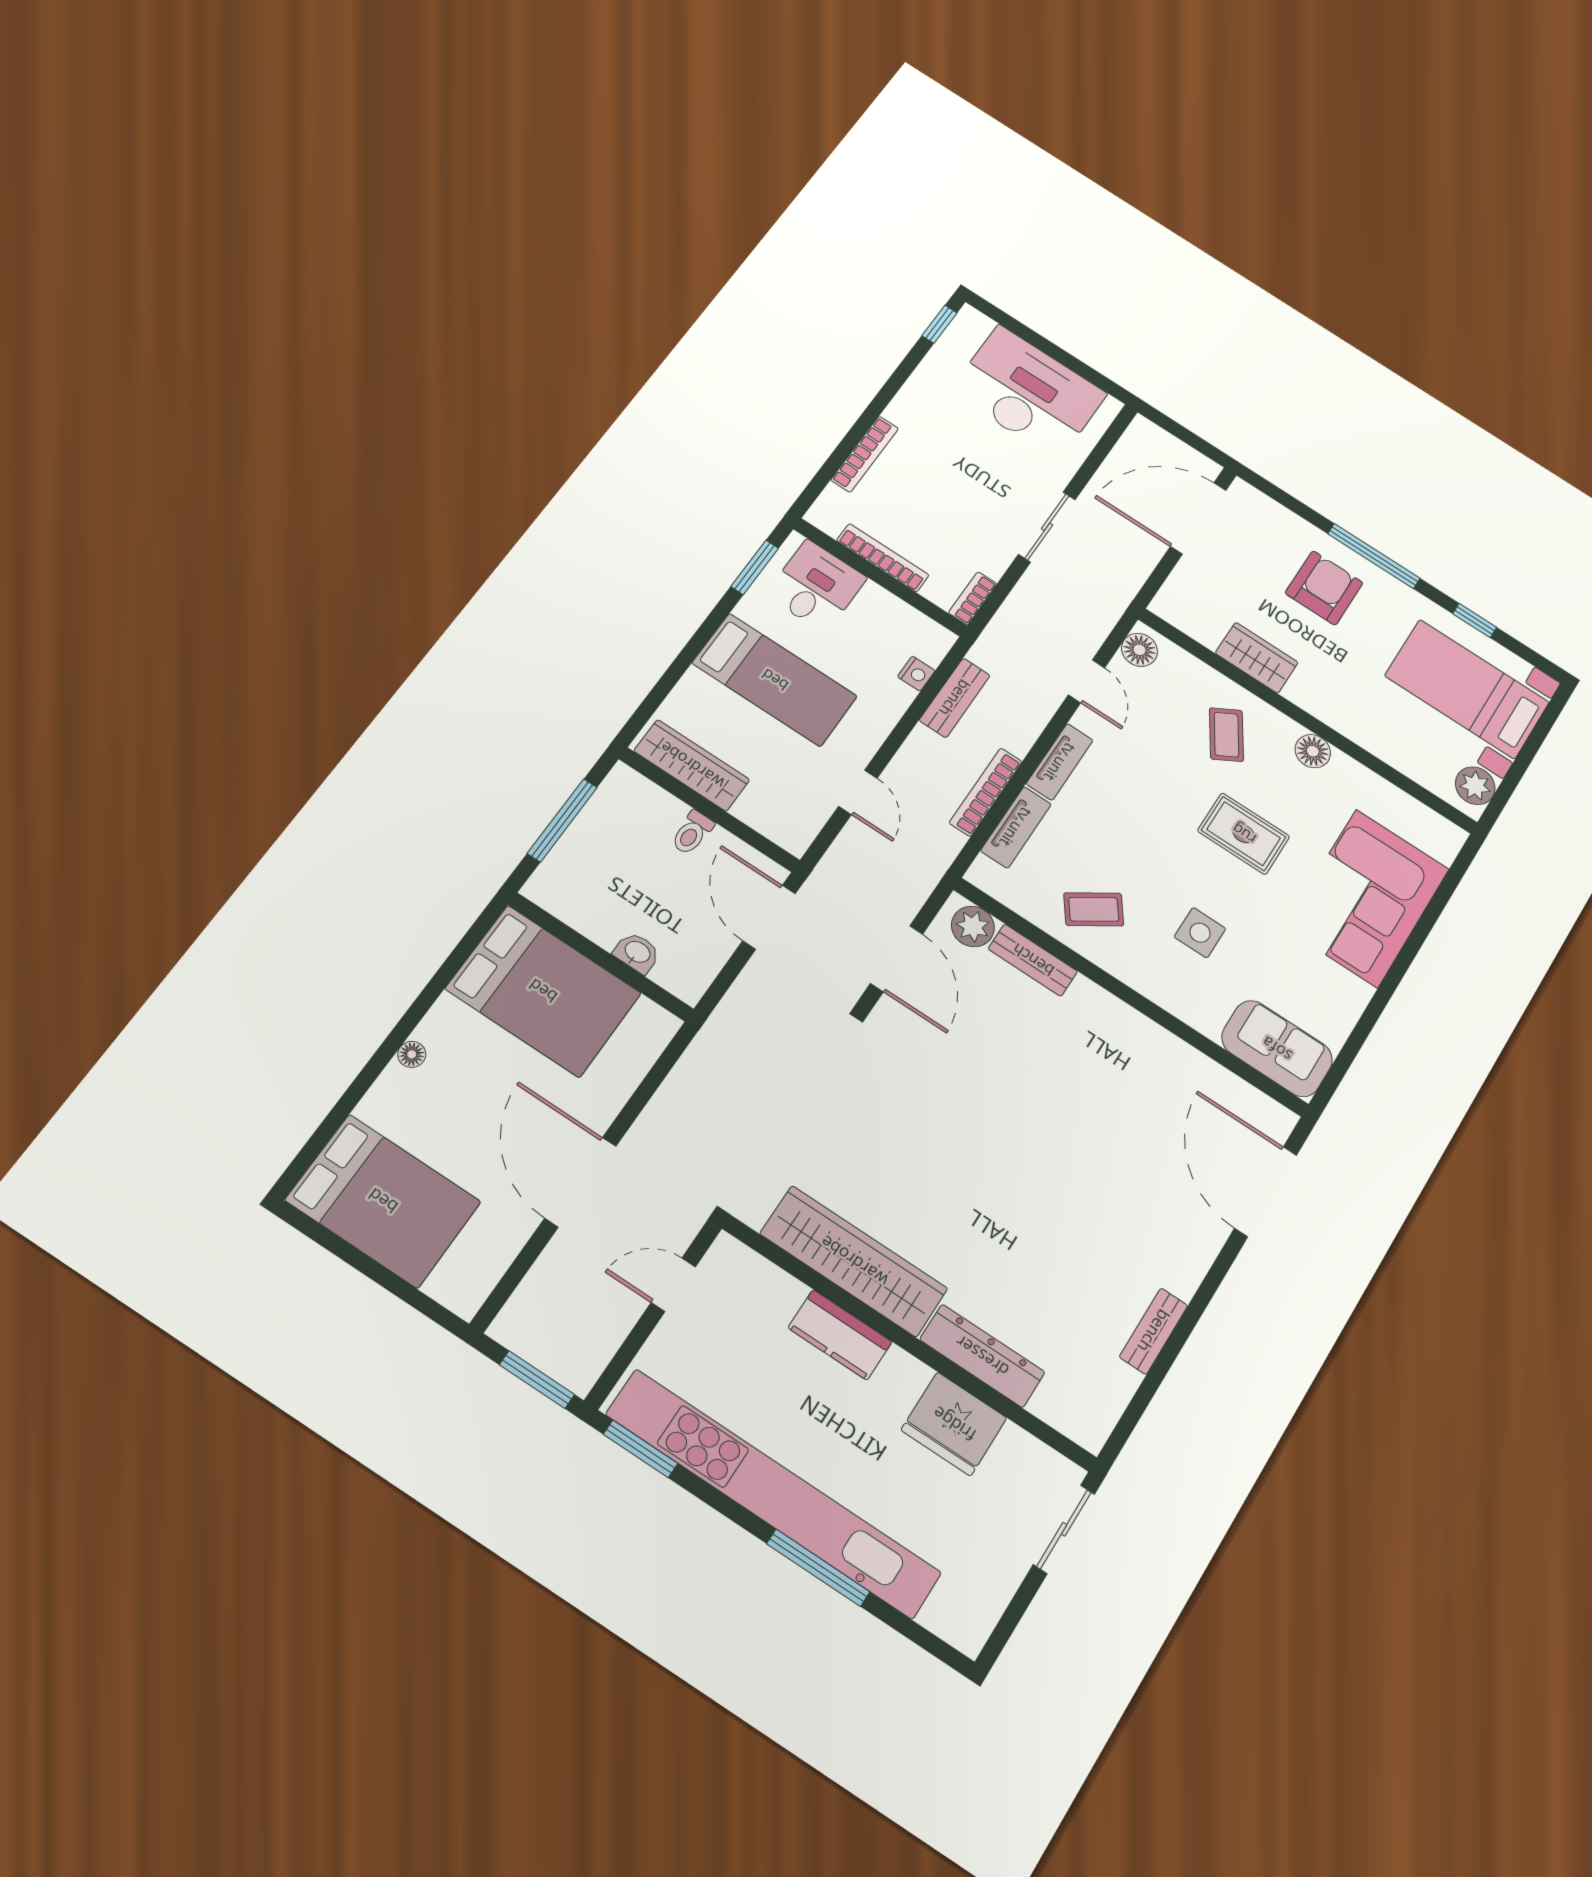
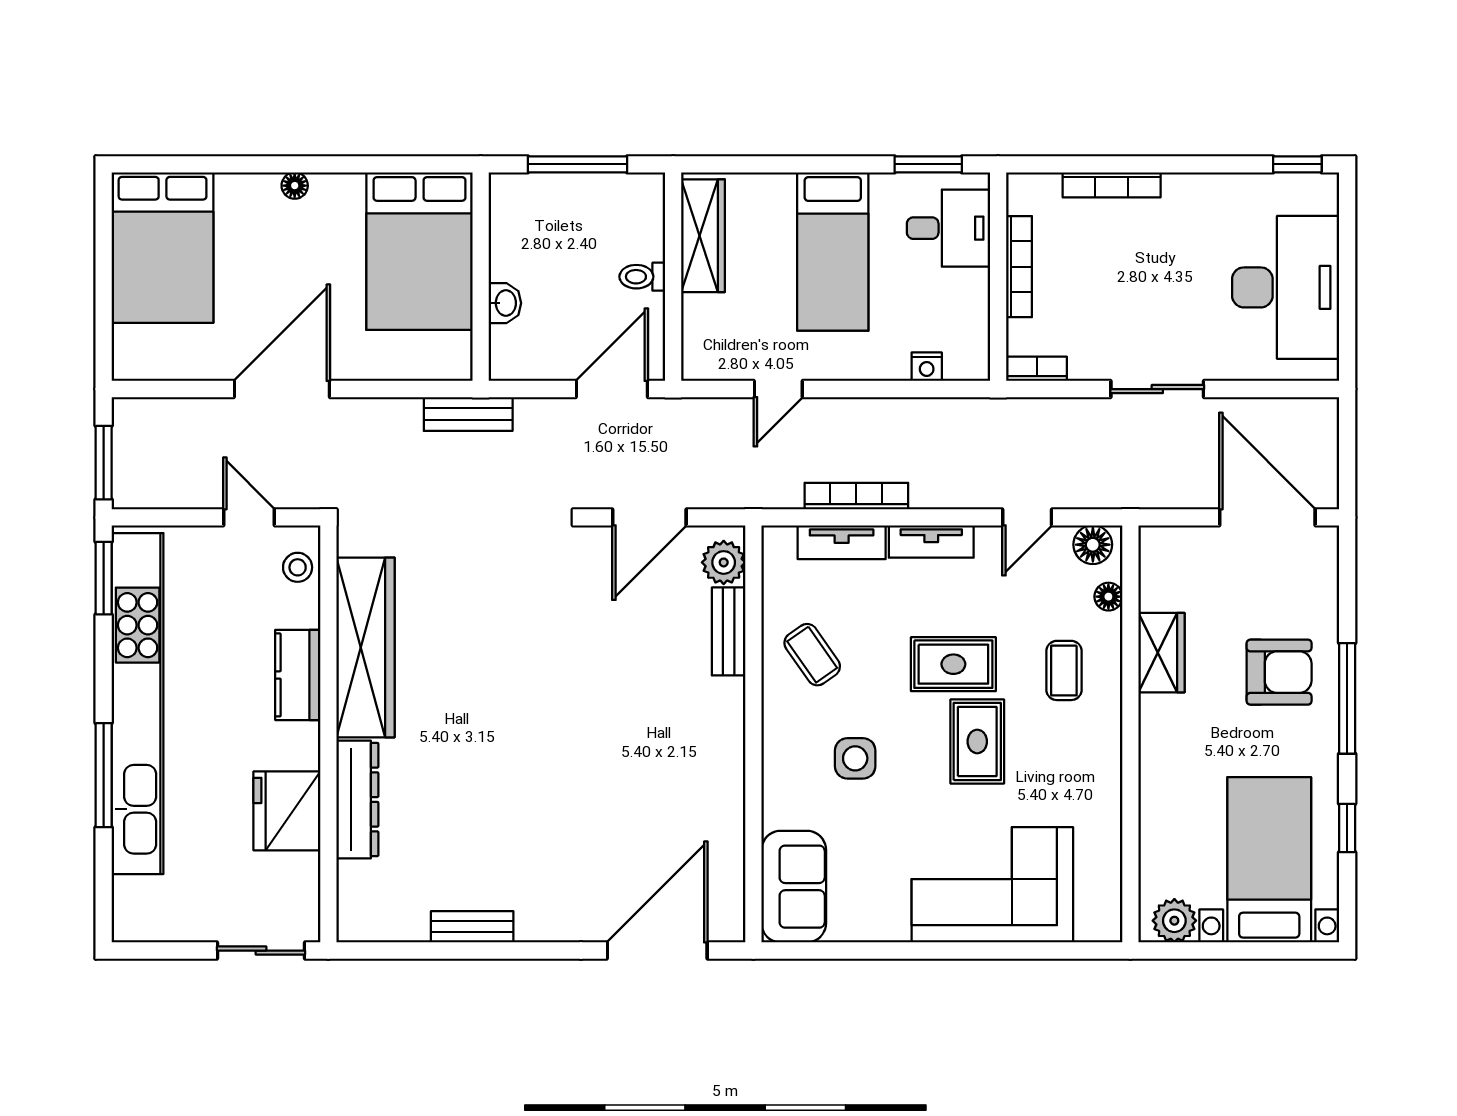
bench: (955, 698) -> (468, 414), moved
coffee table: (1226, 735) -> (1064, 670), turned -59
floor lamp: (1313, 751) -> (1108, 597), moved, width x0.73, depth x0.73
rug: (1170, 810) -> (953, 664), added
stool: (745, 1272) -> (298, 567), added

